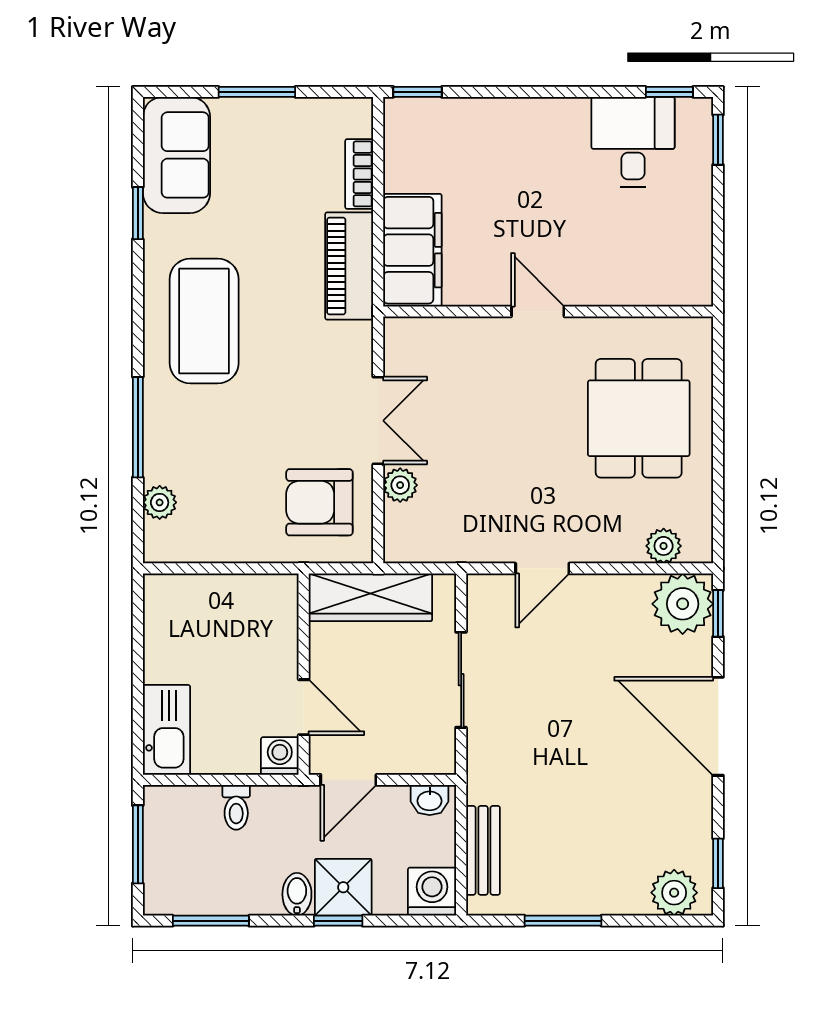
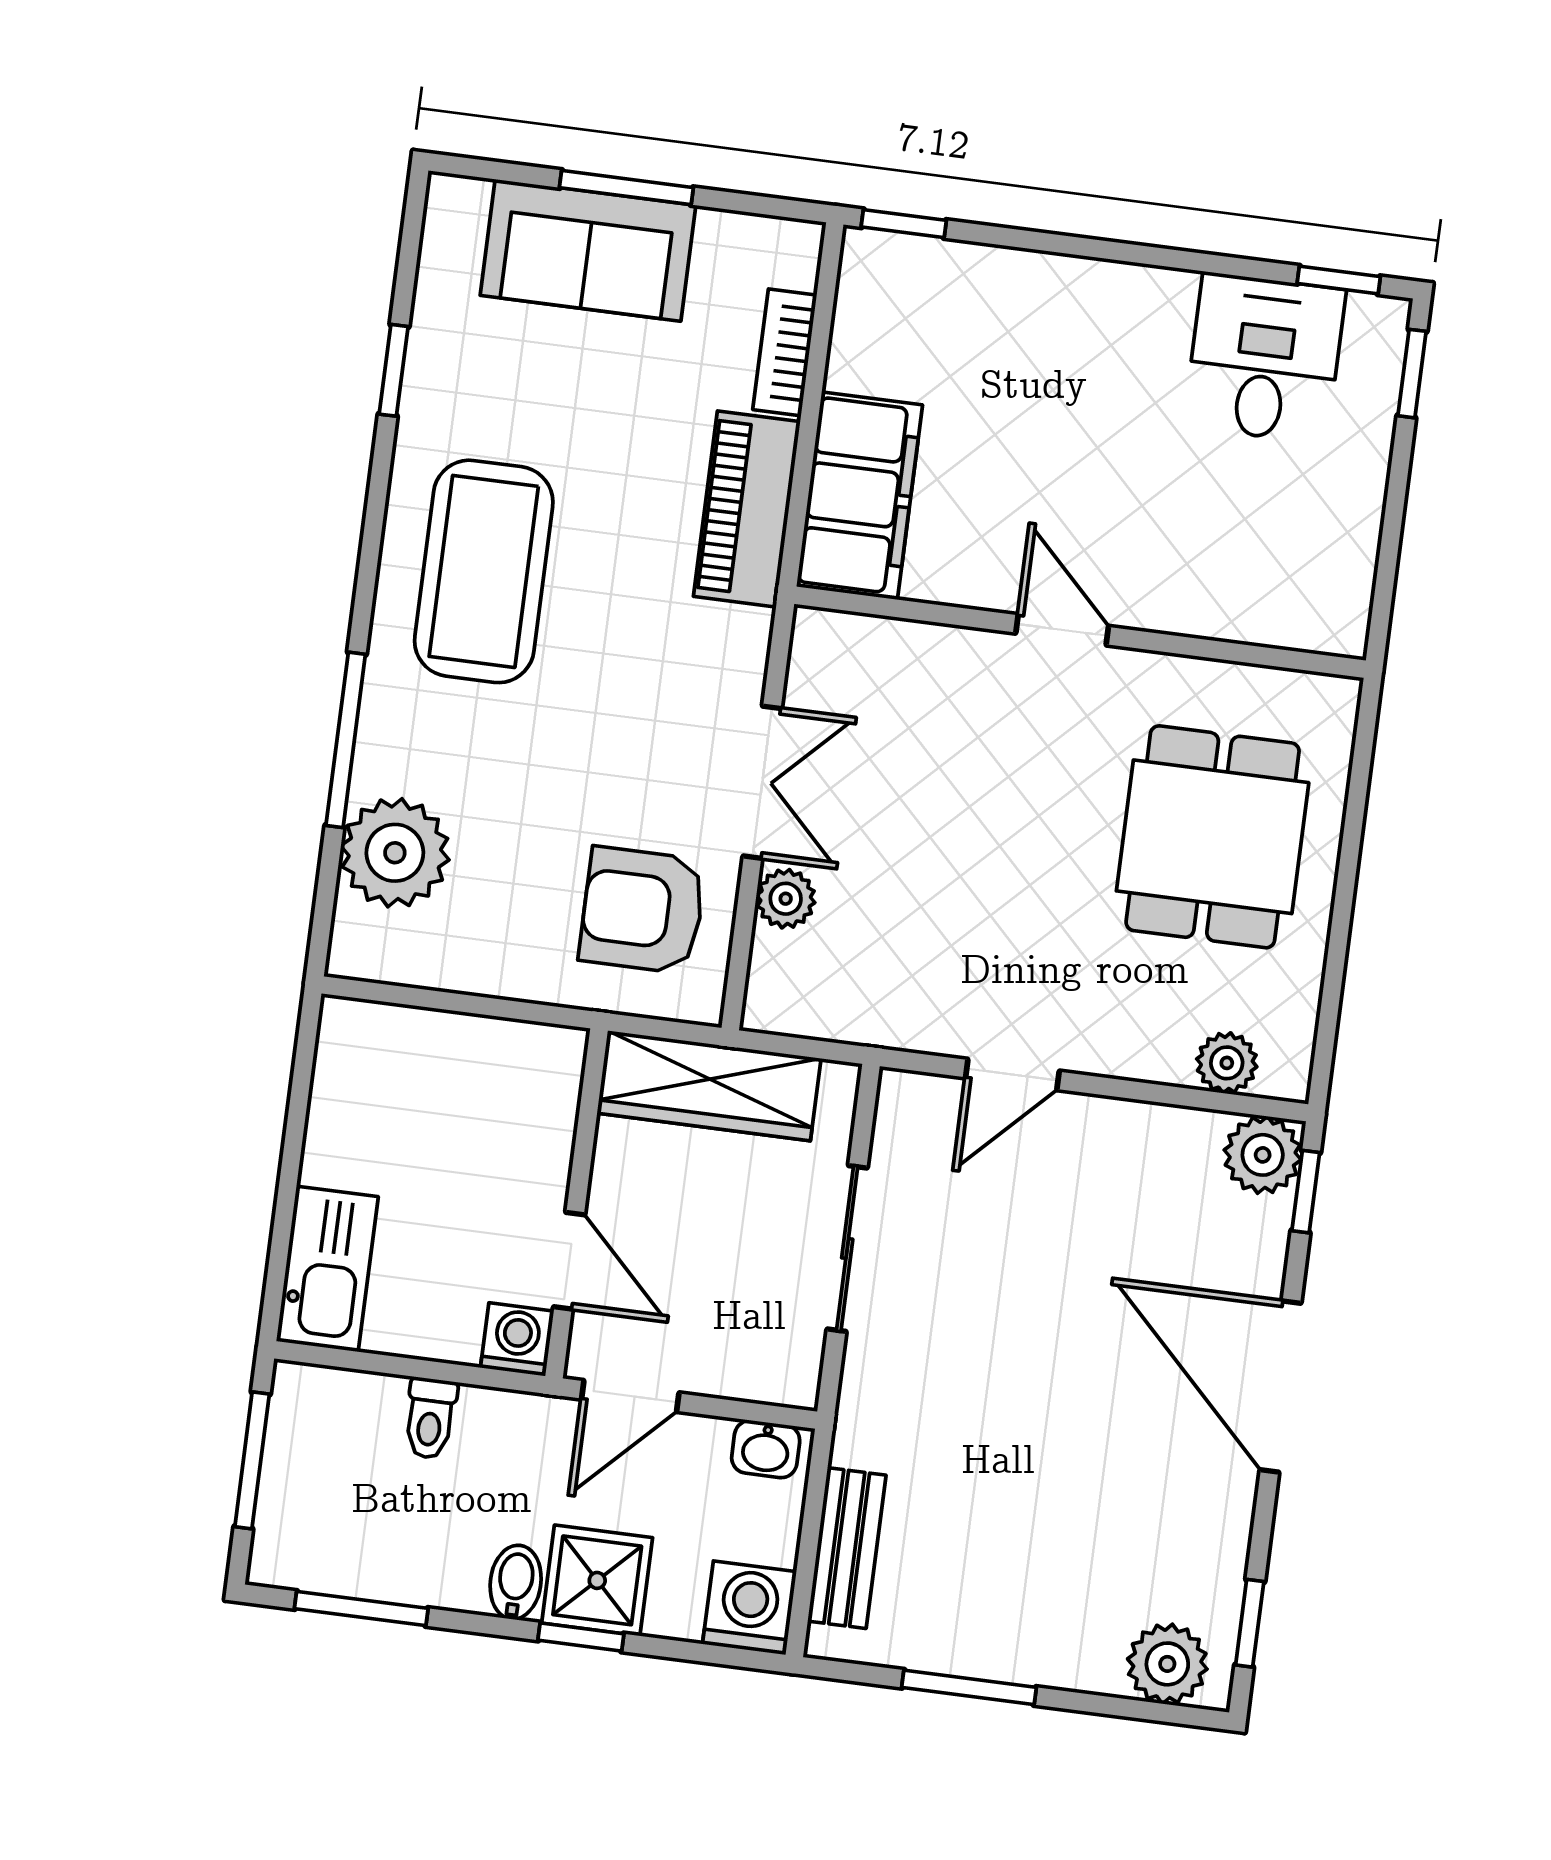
sofa: (176, 155) -> (588, 250), moved, turned 90
plant: (160, 502) -> (395, 853), width x1.88, depth x1.88
plant: (683, 604) -> (1263, 1155), width x0.73, depth x0.73

